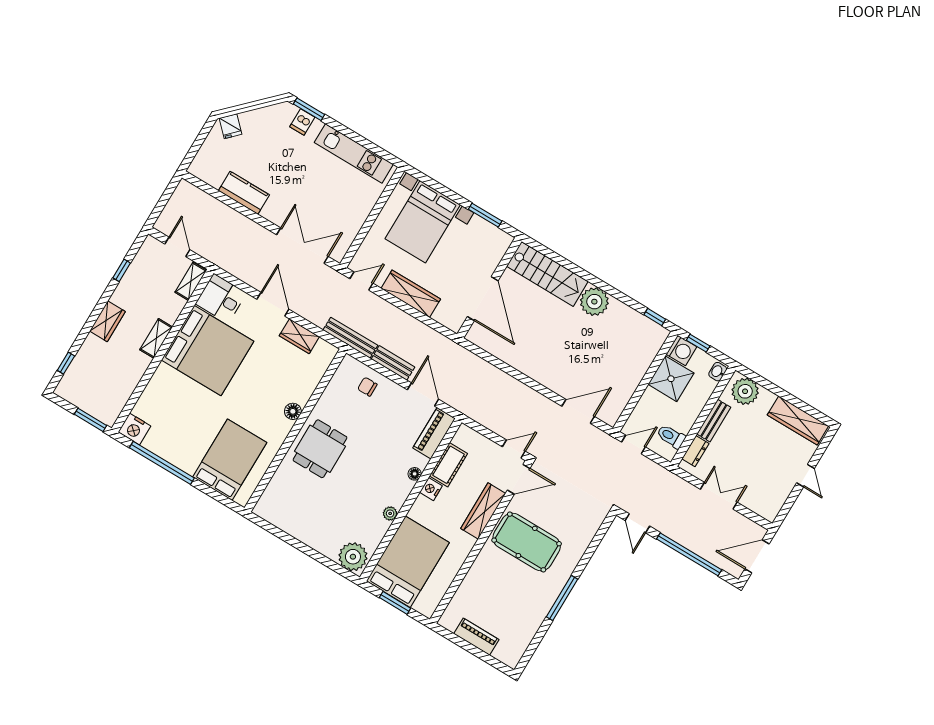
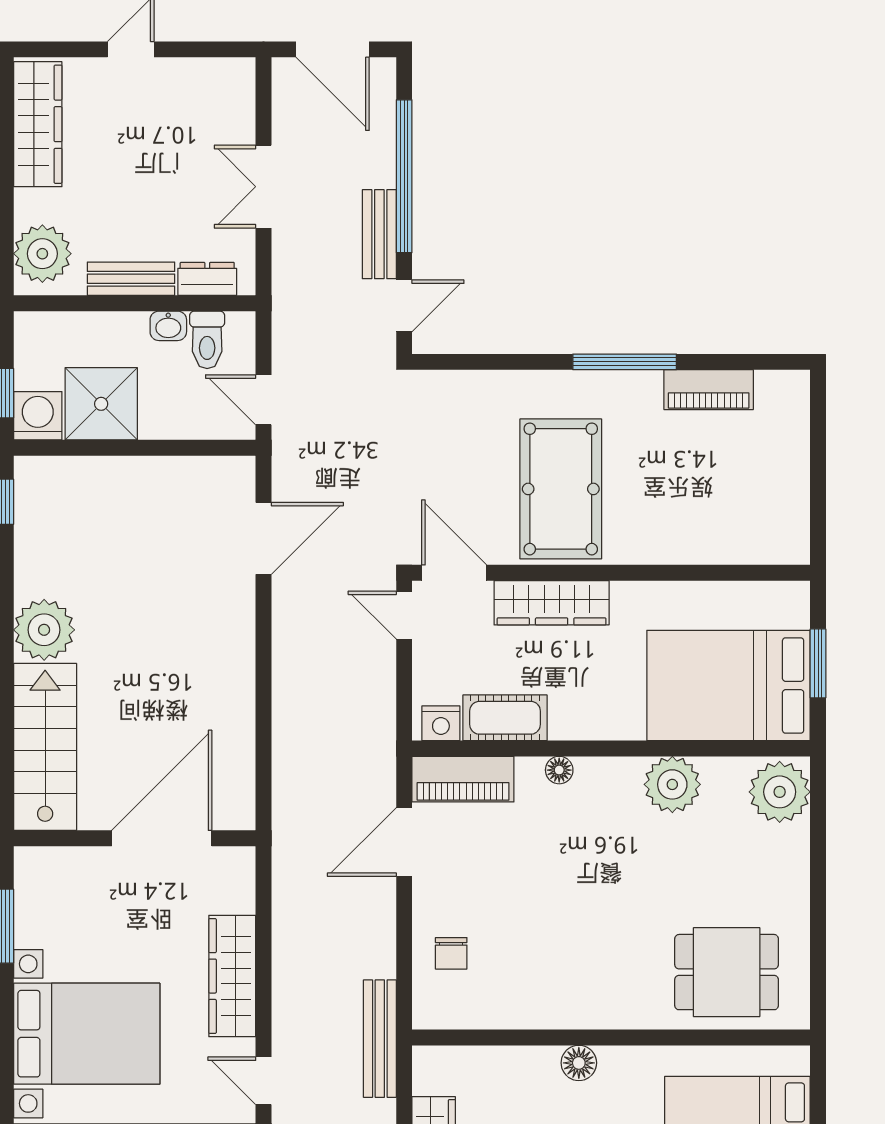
bench: (393, 363) -> (379, 234), moved
washbasin: (718, 372) -> (168, 326), moved
door: (578, 411) -> (263, 538), swing flipped
dining table: (320, 449) -> (727, 972), moved
nightstand: (431, 489) -> (441, 723), moved
plant: (390, 513) -> (672, 784), width x1.88, depth x1.88
piano: (476, 637) -> (709, 390), moved, turned -90

